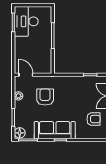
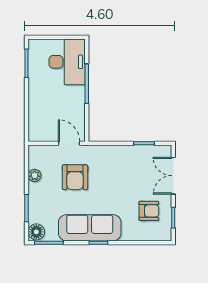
desk: (26, 21) -> (67, 62), moved, turned 180
door: (26, 75) -> (69, 143), moved
armchair: (45, 97) -> (75, 177), turned 180

